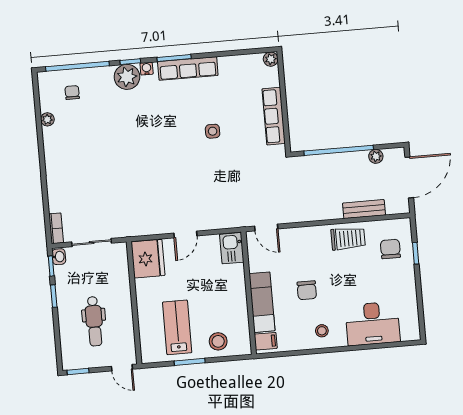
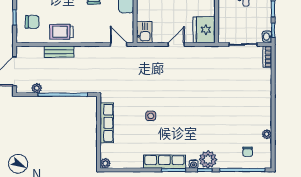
bench: (364, 209) -> (59, 52), moved
chair: (390, 249) -> (32, 22), turned -90

